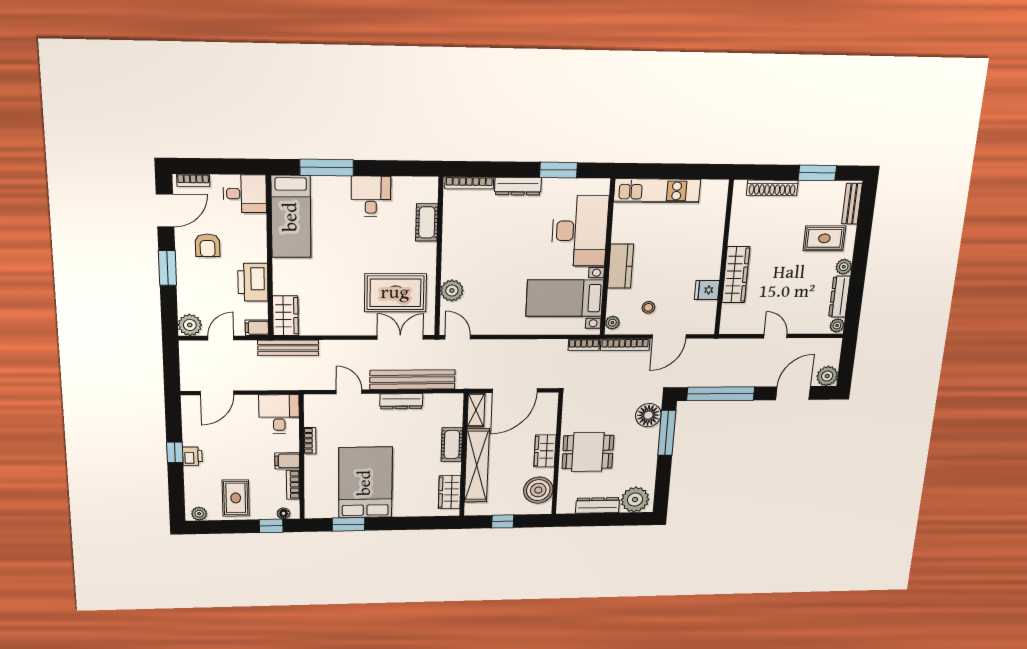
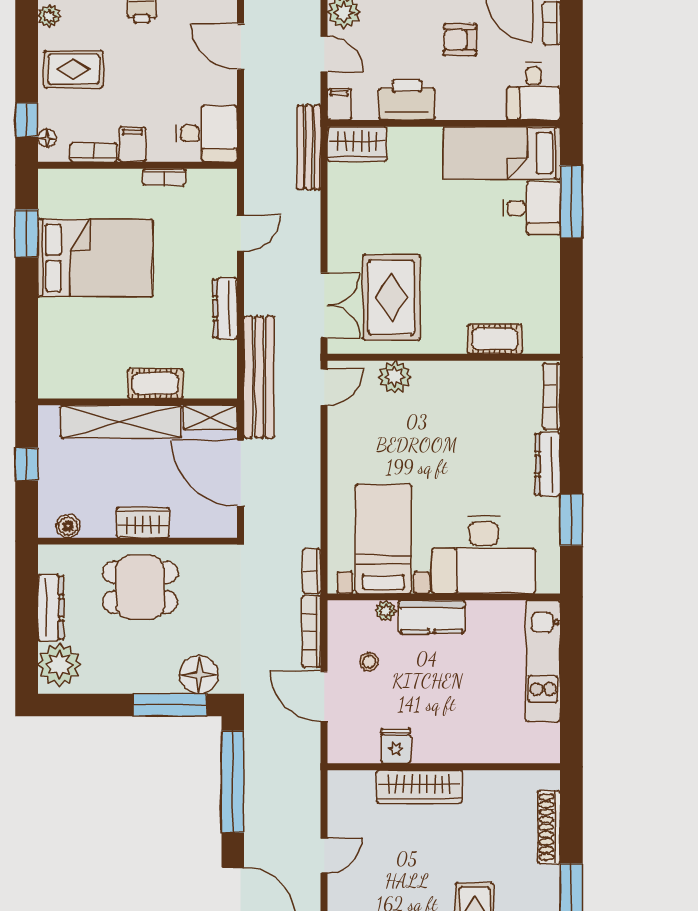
desk: (371, 196) -> (531, 208), moved
plant: (612, 323) -> (386, 611), moved
bench: (412, 380) -> (259, 377), moved
dining table: (588, 452) -> (140, 587), turned 90
boiler: (538, 490) -> (68, 526), width x0.54, depth x0.54
wardrobe: (450, 492) -> (77, 383), removed

